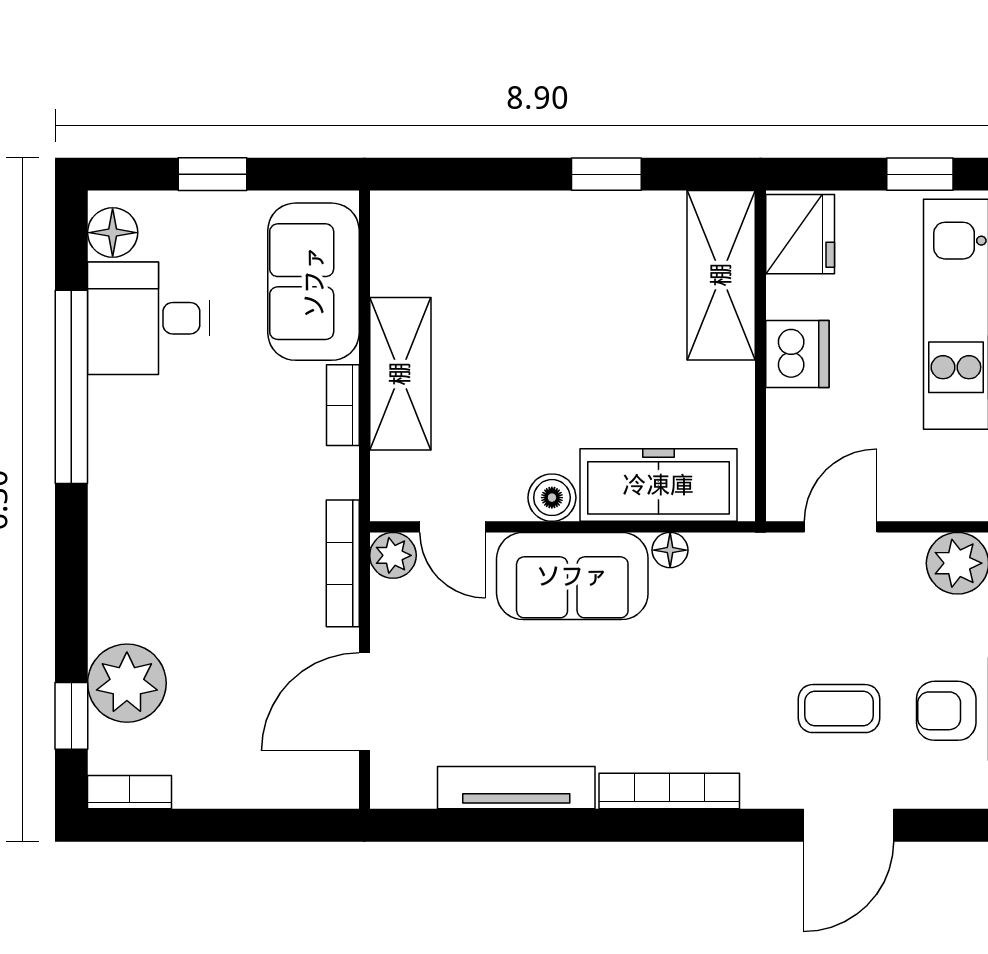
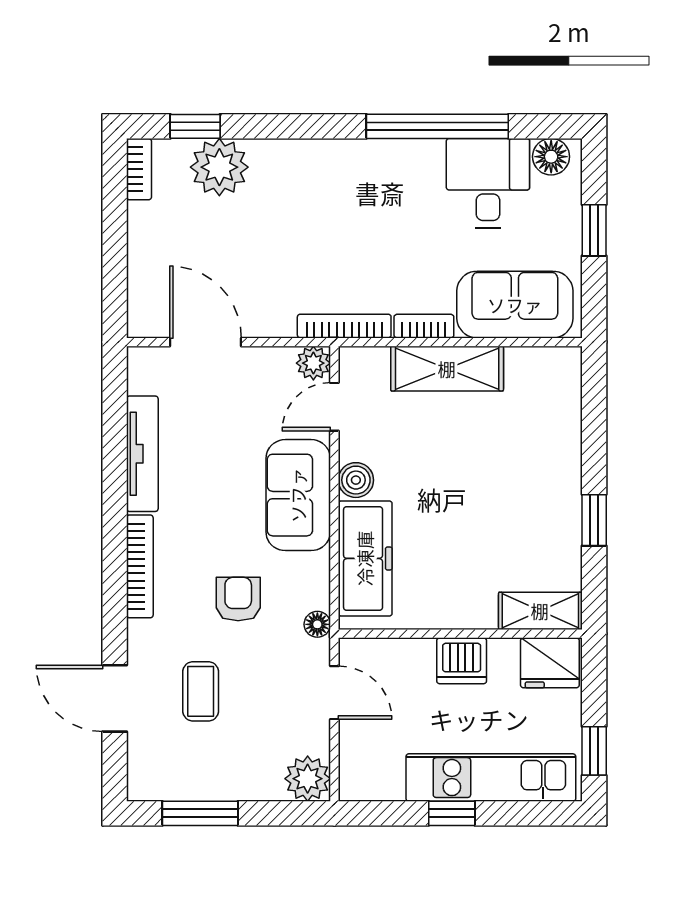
shelving: (721, 275) -> (540, 611), width x0.67, depth x0.75
floor lamp: (670, 550) -> (317, 624), moved
bookcase: (343, 563) -> (344, 326), moved
armchair: (946, 711) -> (238, 599), moved

